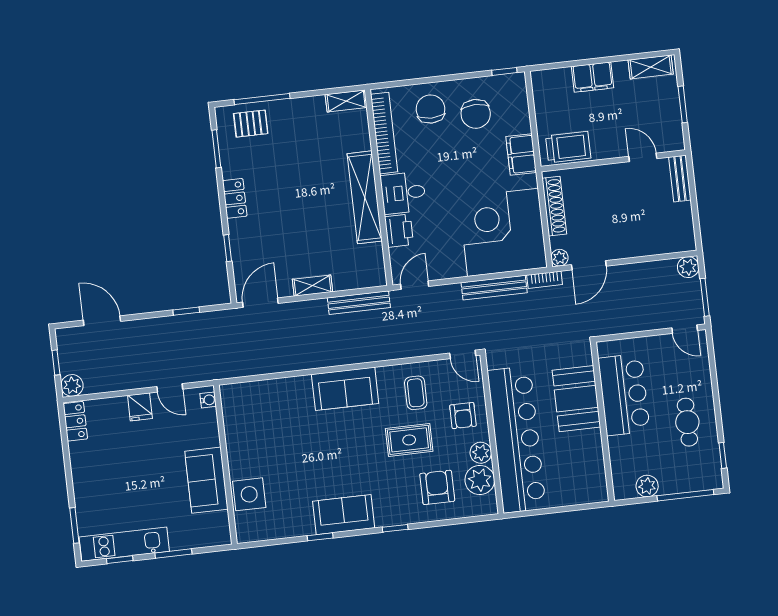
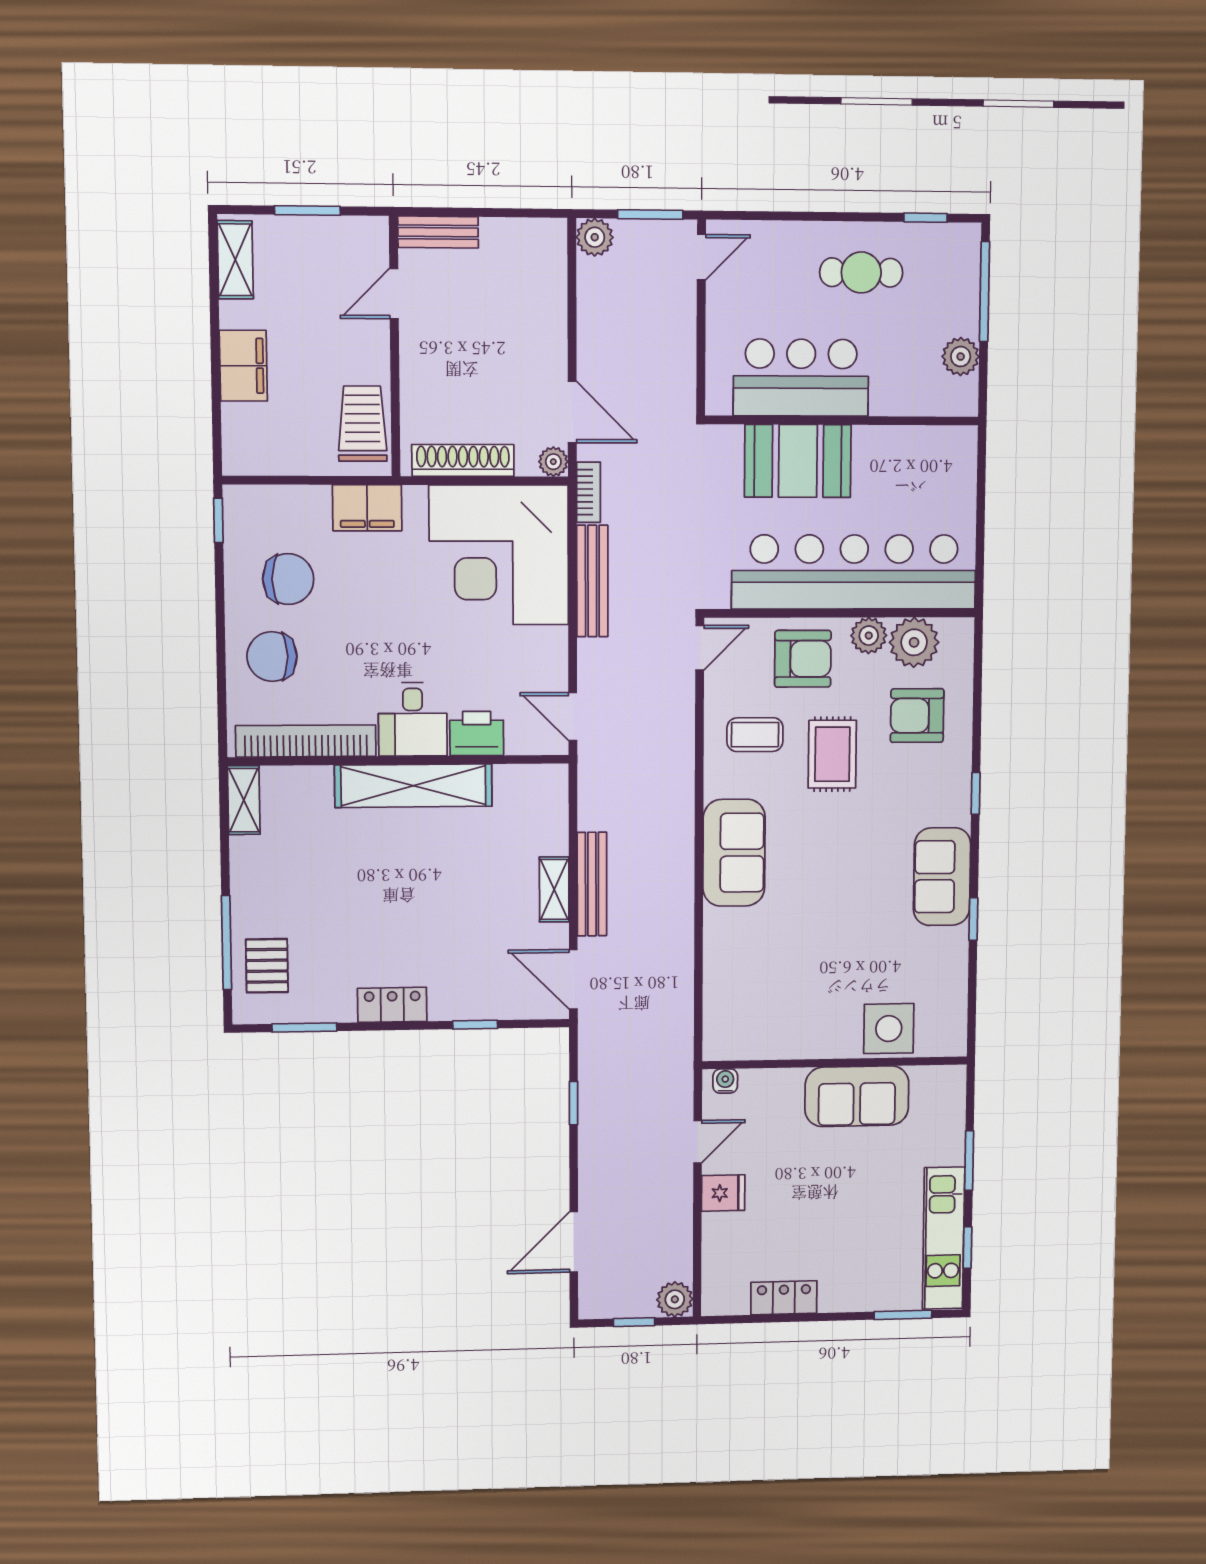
bench: (359, 303) -> (592, 884), moved
armchair: (463, 416) -> (803, 659), width x1.38, depth x1.38
locker: (75, 421) -> (784, 1298), moved

